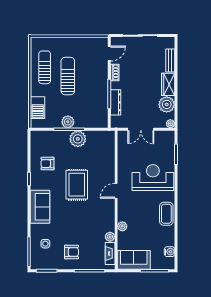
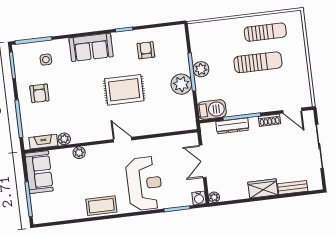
plant: (167, 104) -> (237, 190), removed
barbecue: (38, 108) -> (212, 110), moved, turned 180
water cooler: (170, 252) -> (199, 198), moved

